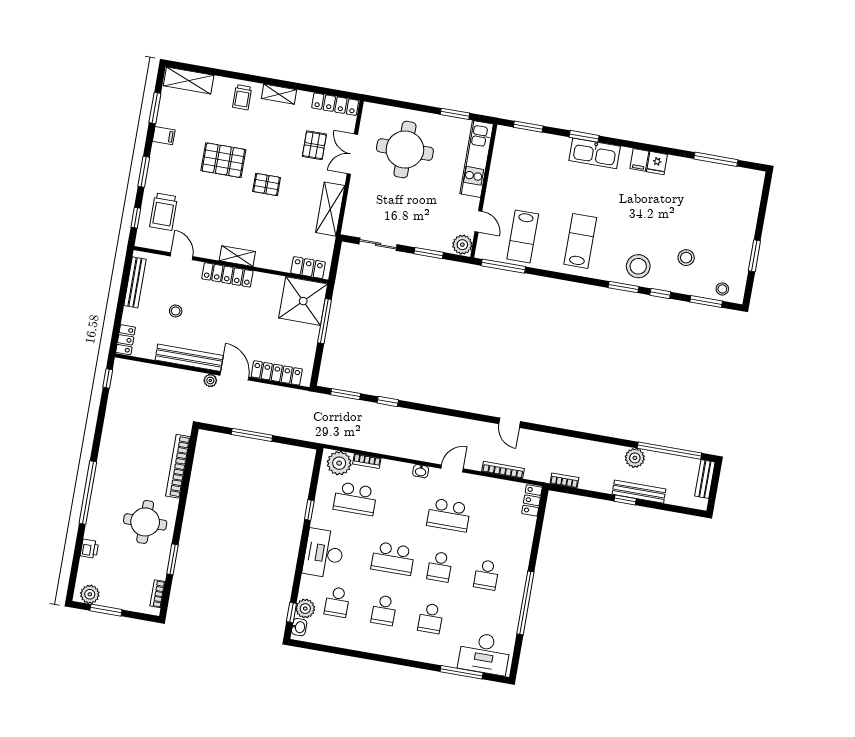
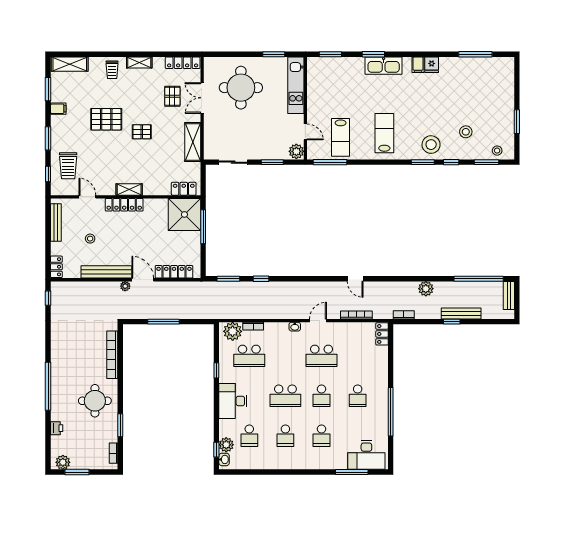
plant: (635, 458) -> (426, 289), moved

